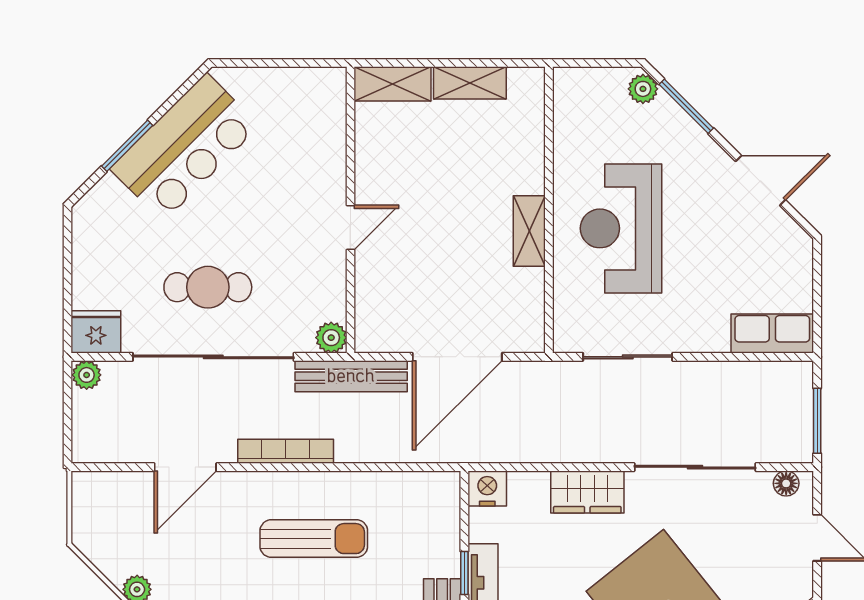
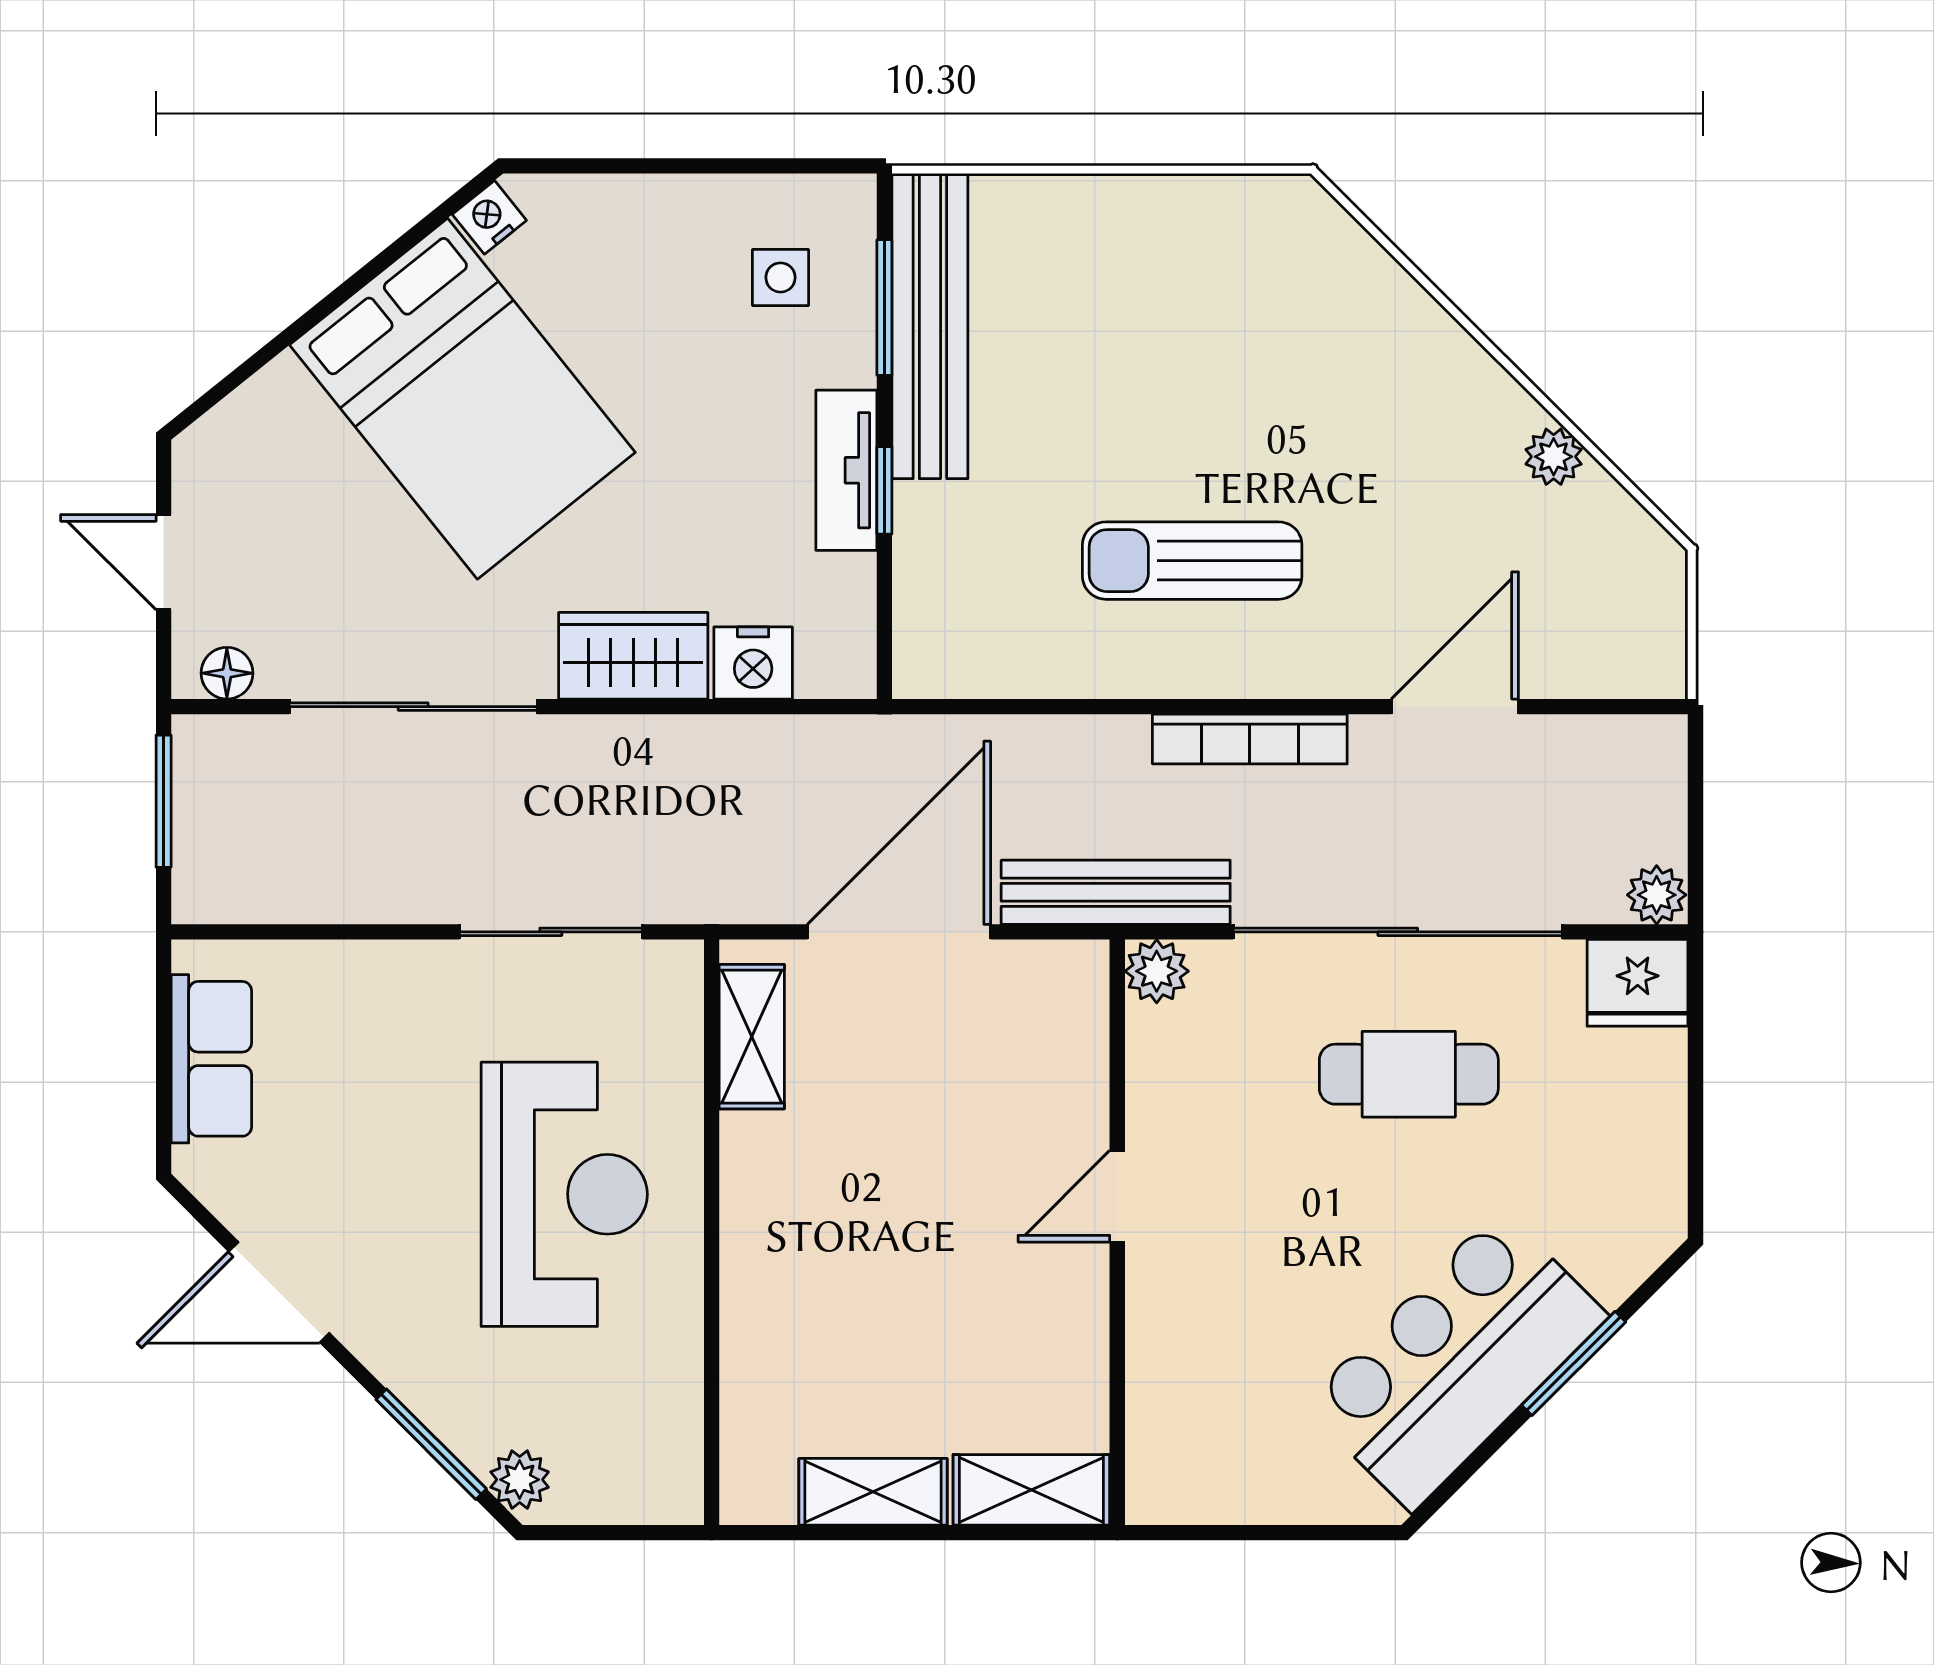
shelving: (529, 231) -> (752, 1037), moved
row of seats: (772, 334) -> (211, 1059), moved, turned -90
nightstand: (487, 488) -> (753, 663), moved

